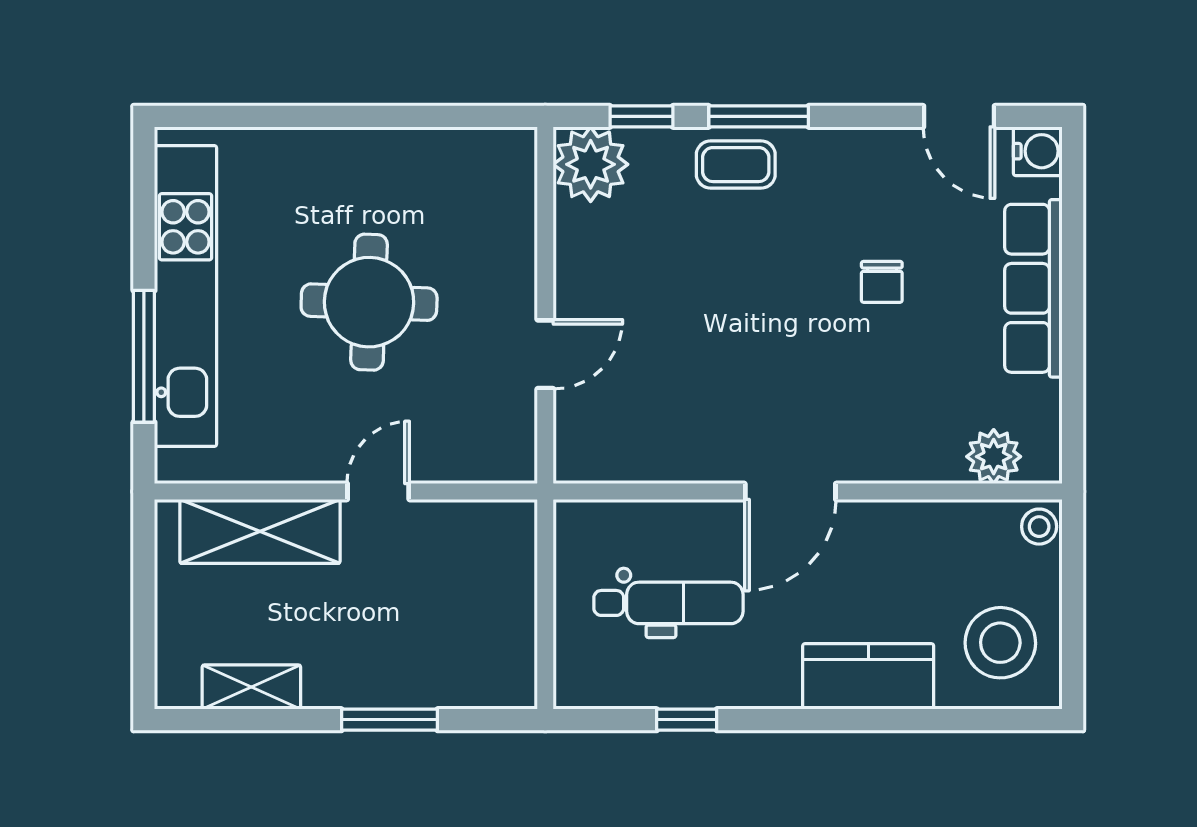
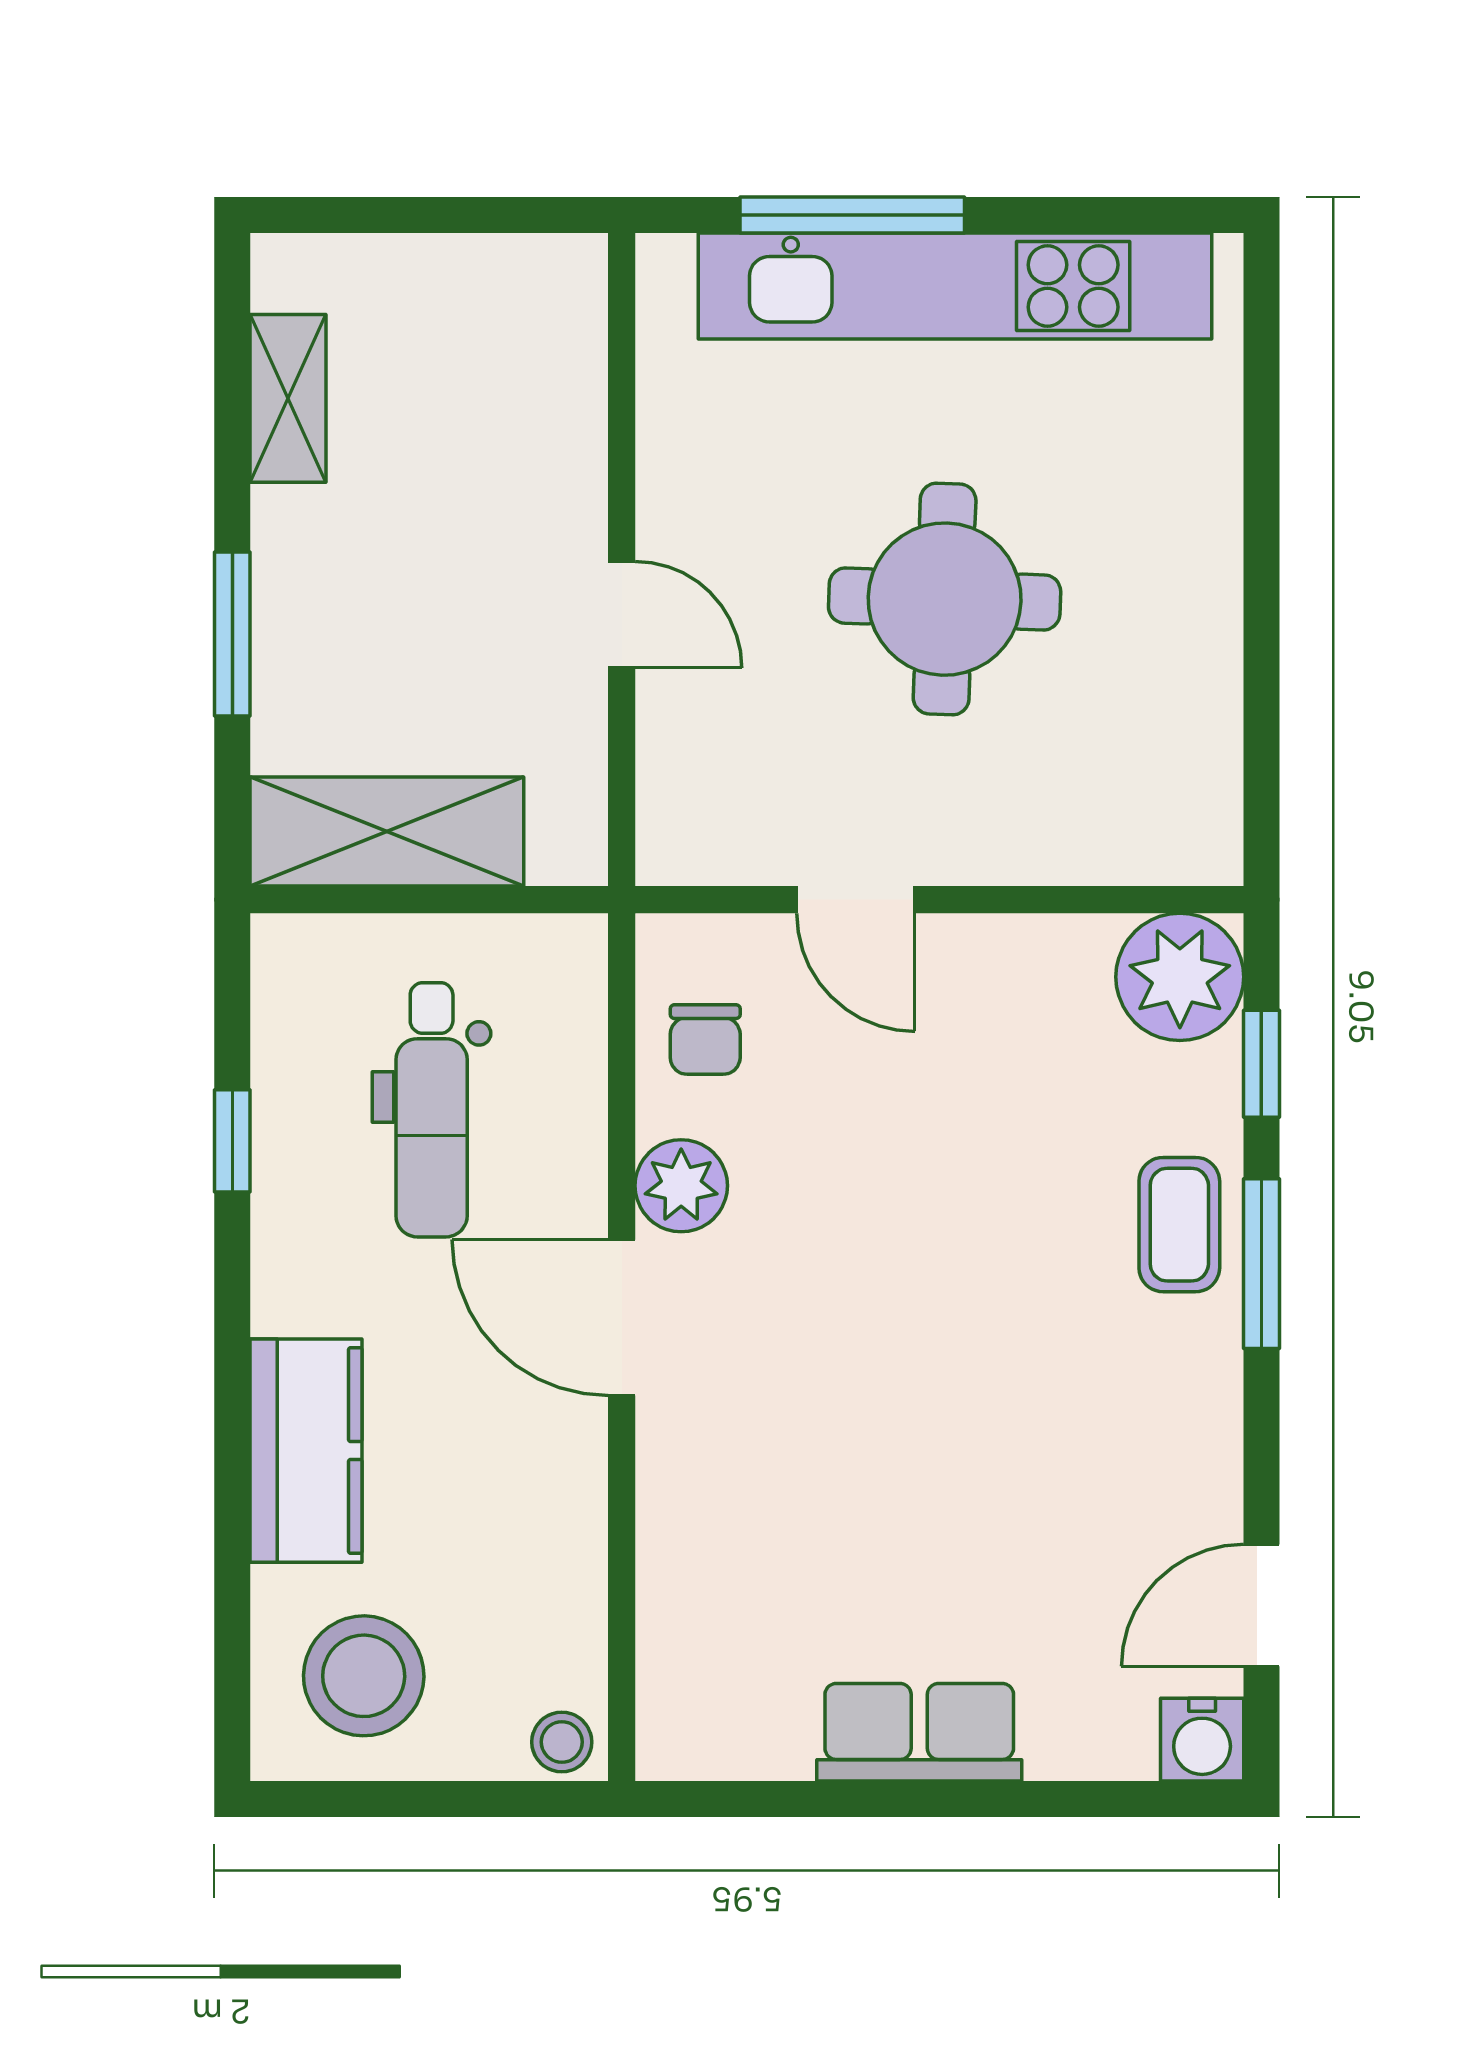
chair: (882, 282) -> (705, 1040), moved, turned -90
row of seats: (1033, 288) -> (919, 1732), width x0.68
plant: (994, 457) -> (681, 1186), moved
shelving: (260, 531) -> (387, 832), moved, turned 90

